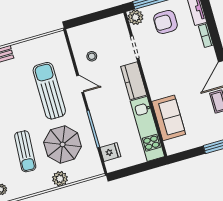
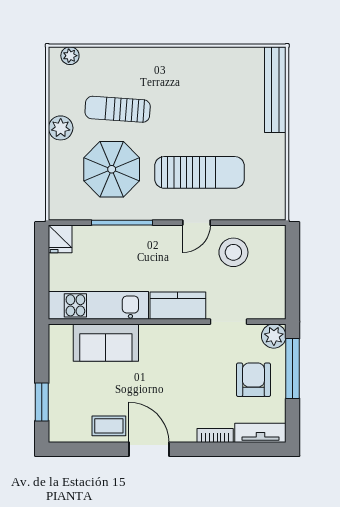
stool: (92, 56) -> (233, 252), width x1.89, depth x1.89
fridge: (110, 152) -> (60, 239), moved
plant: (60, 179) -> (61, 128), moved

